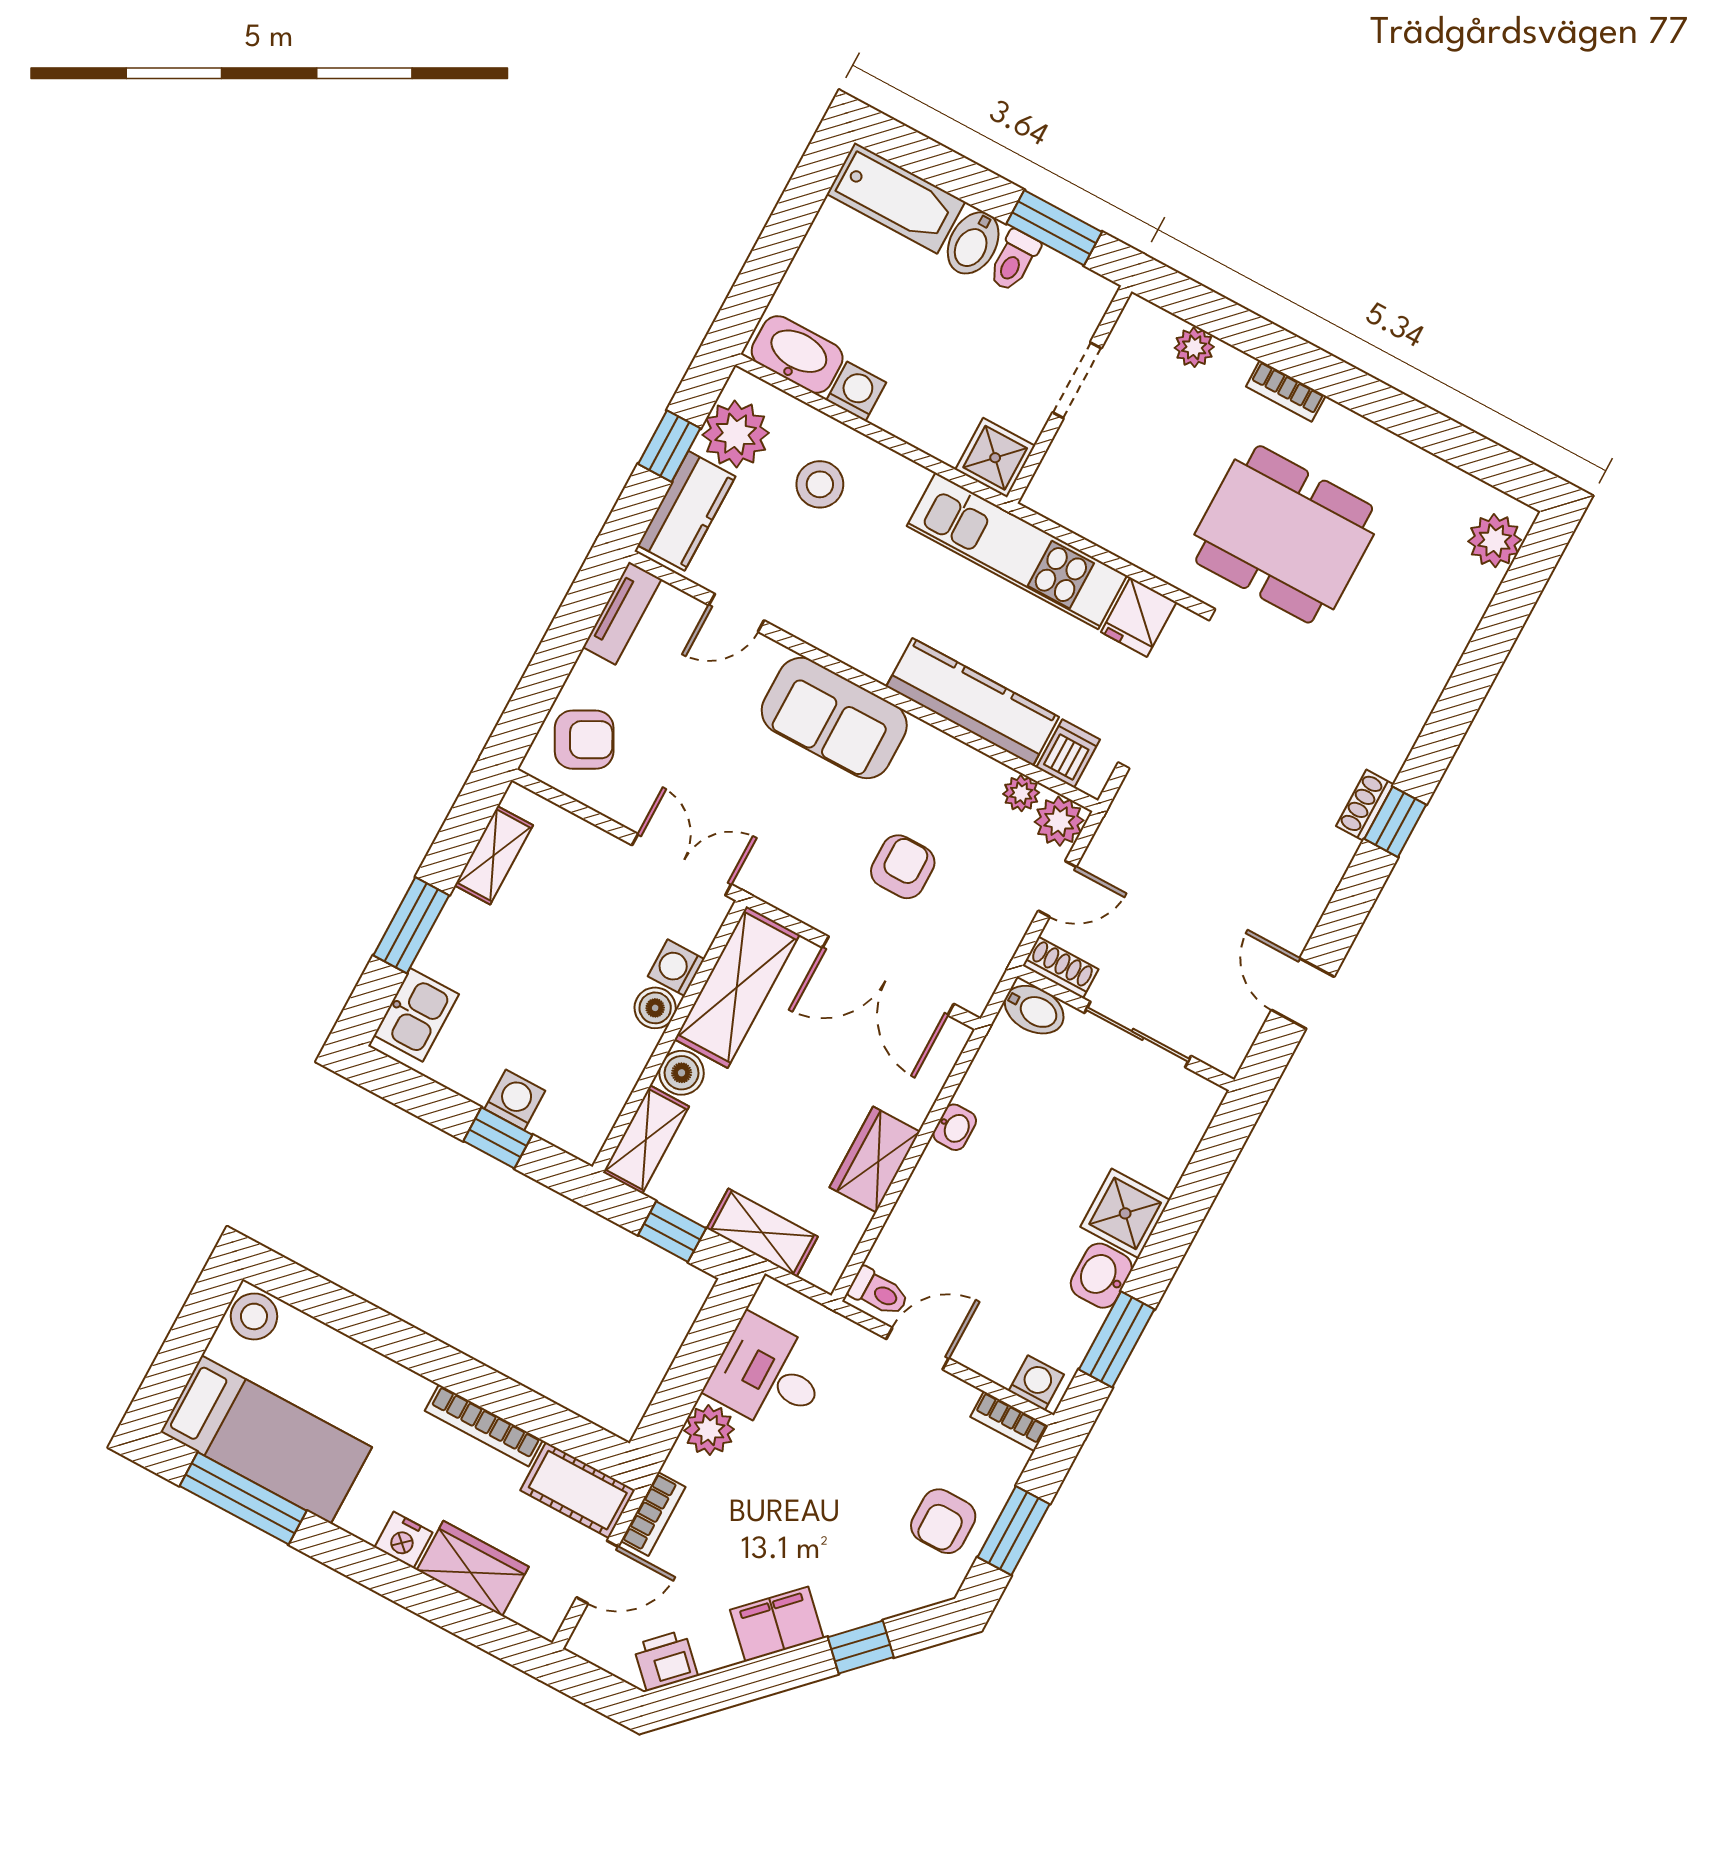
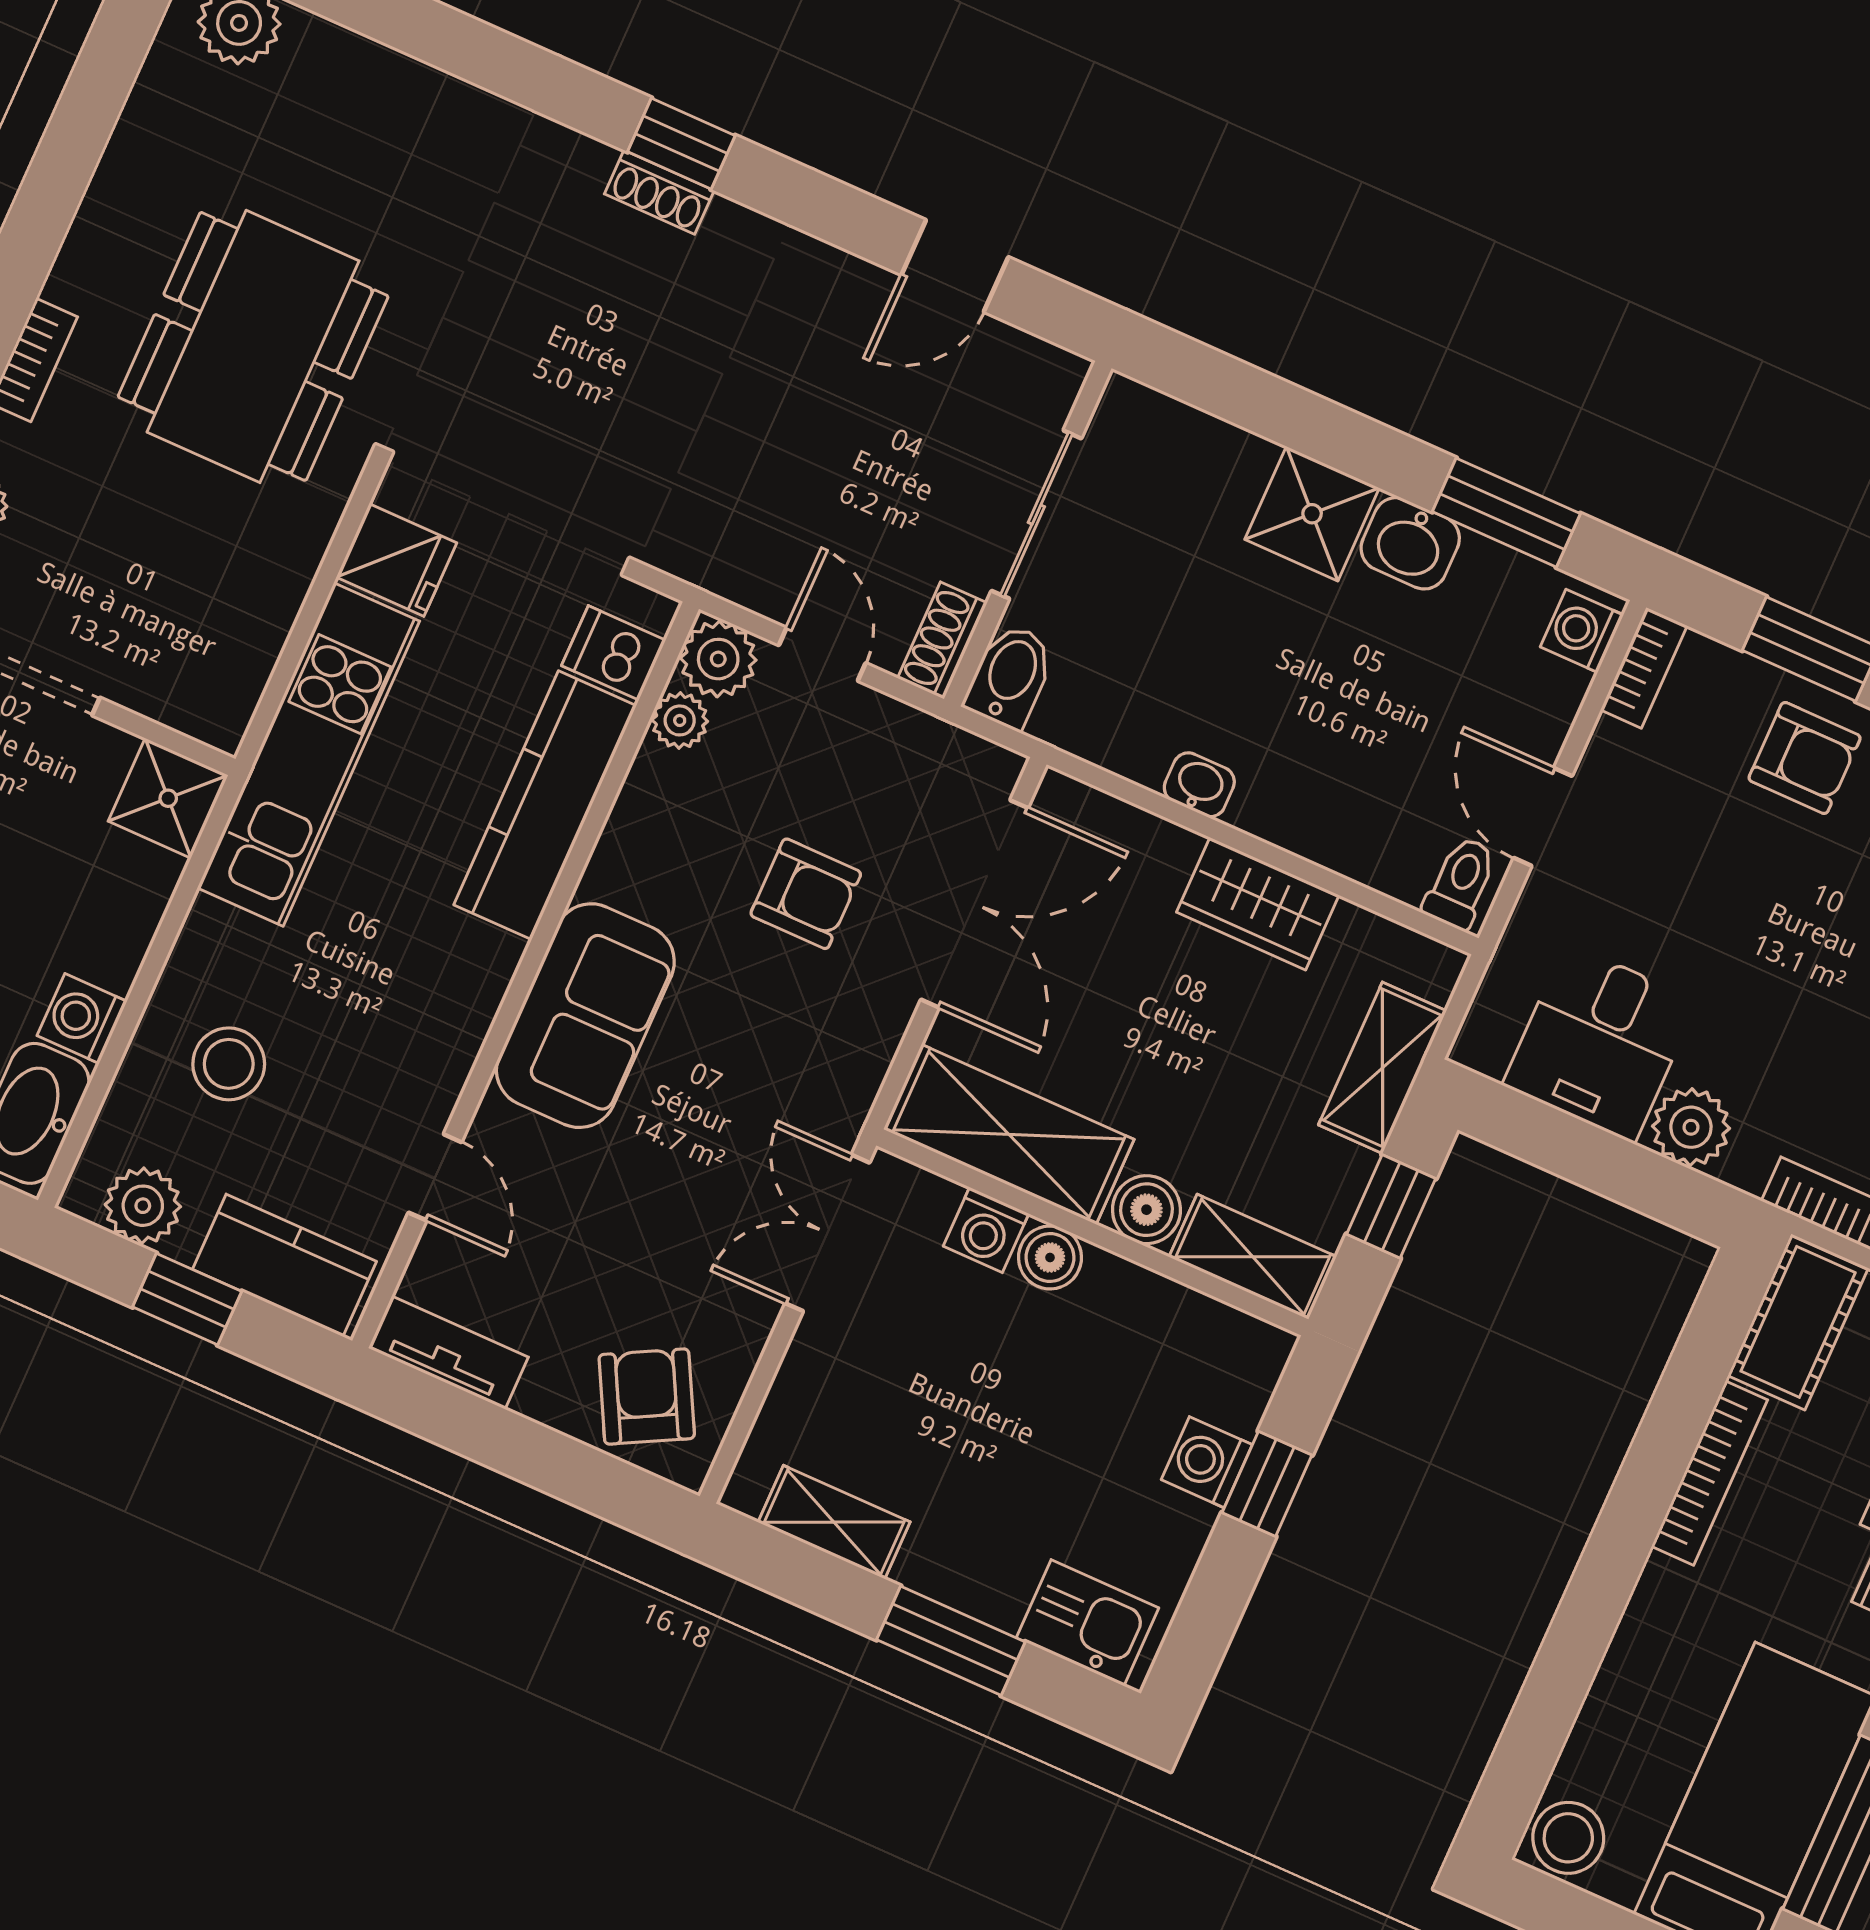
plant: (736, 434) -> (143, 1206), width x0.73, depth x0.73
armchair: (903, 867) -> (806, 894), turned 180

